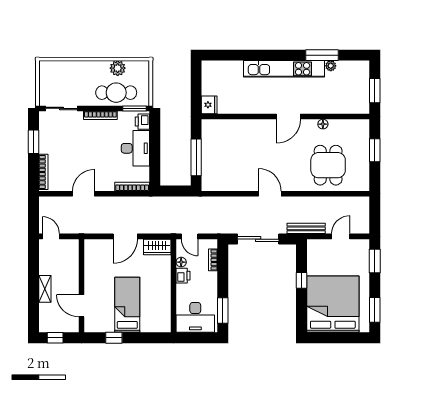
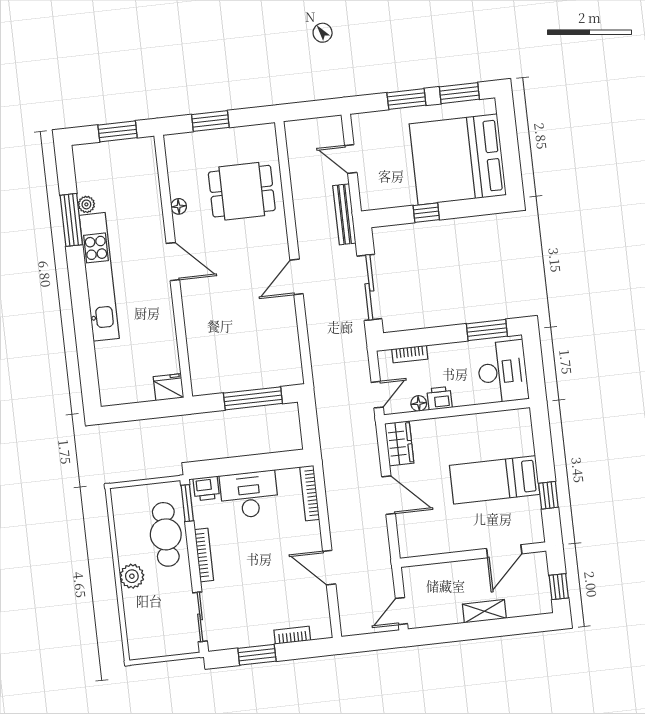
plant: (118, 68) -> (132, 576), moved
bookcase: (43, 172) -> (292, 635), width x0.64
window: (375, 261) -> (406, 99), moved

